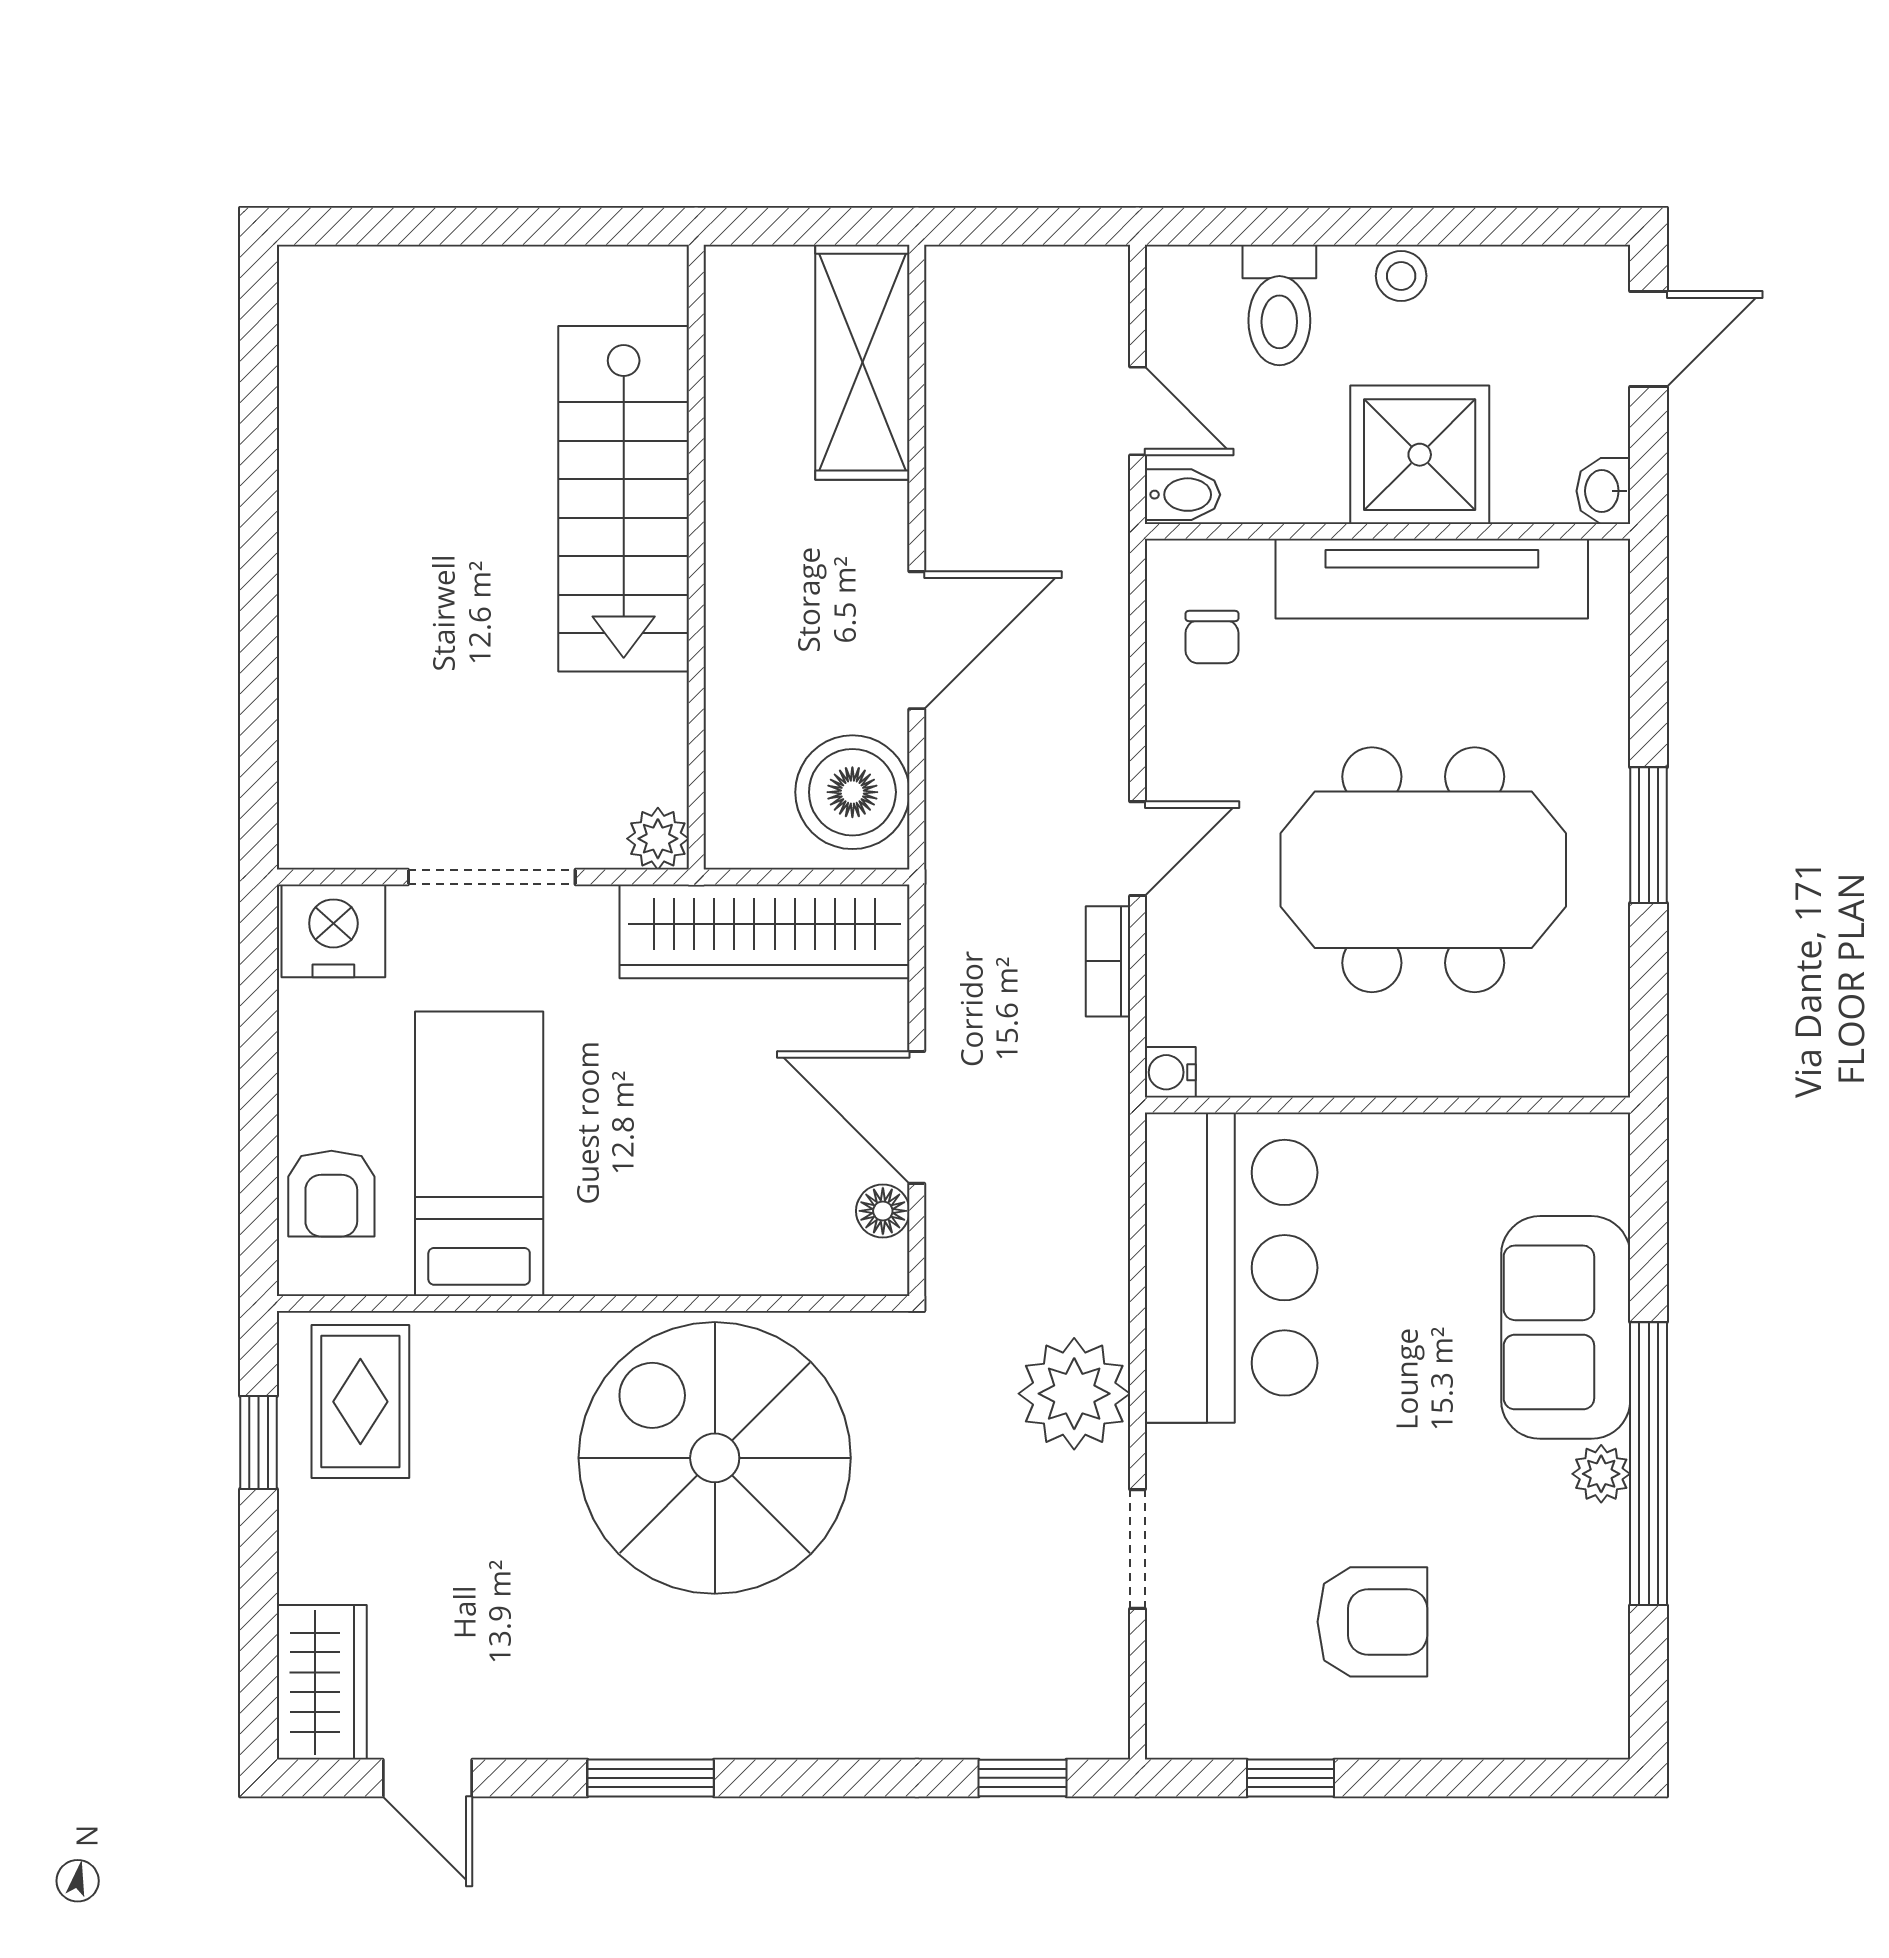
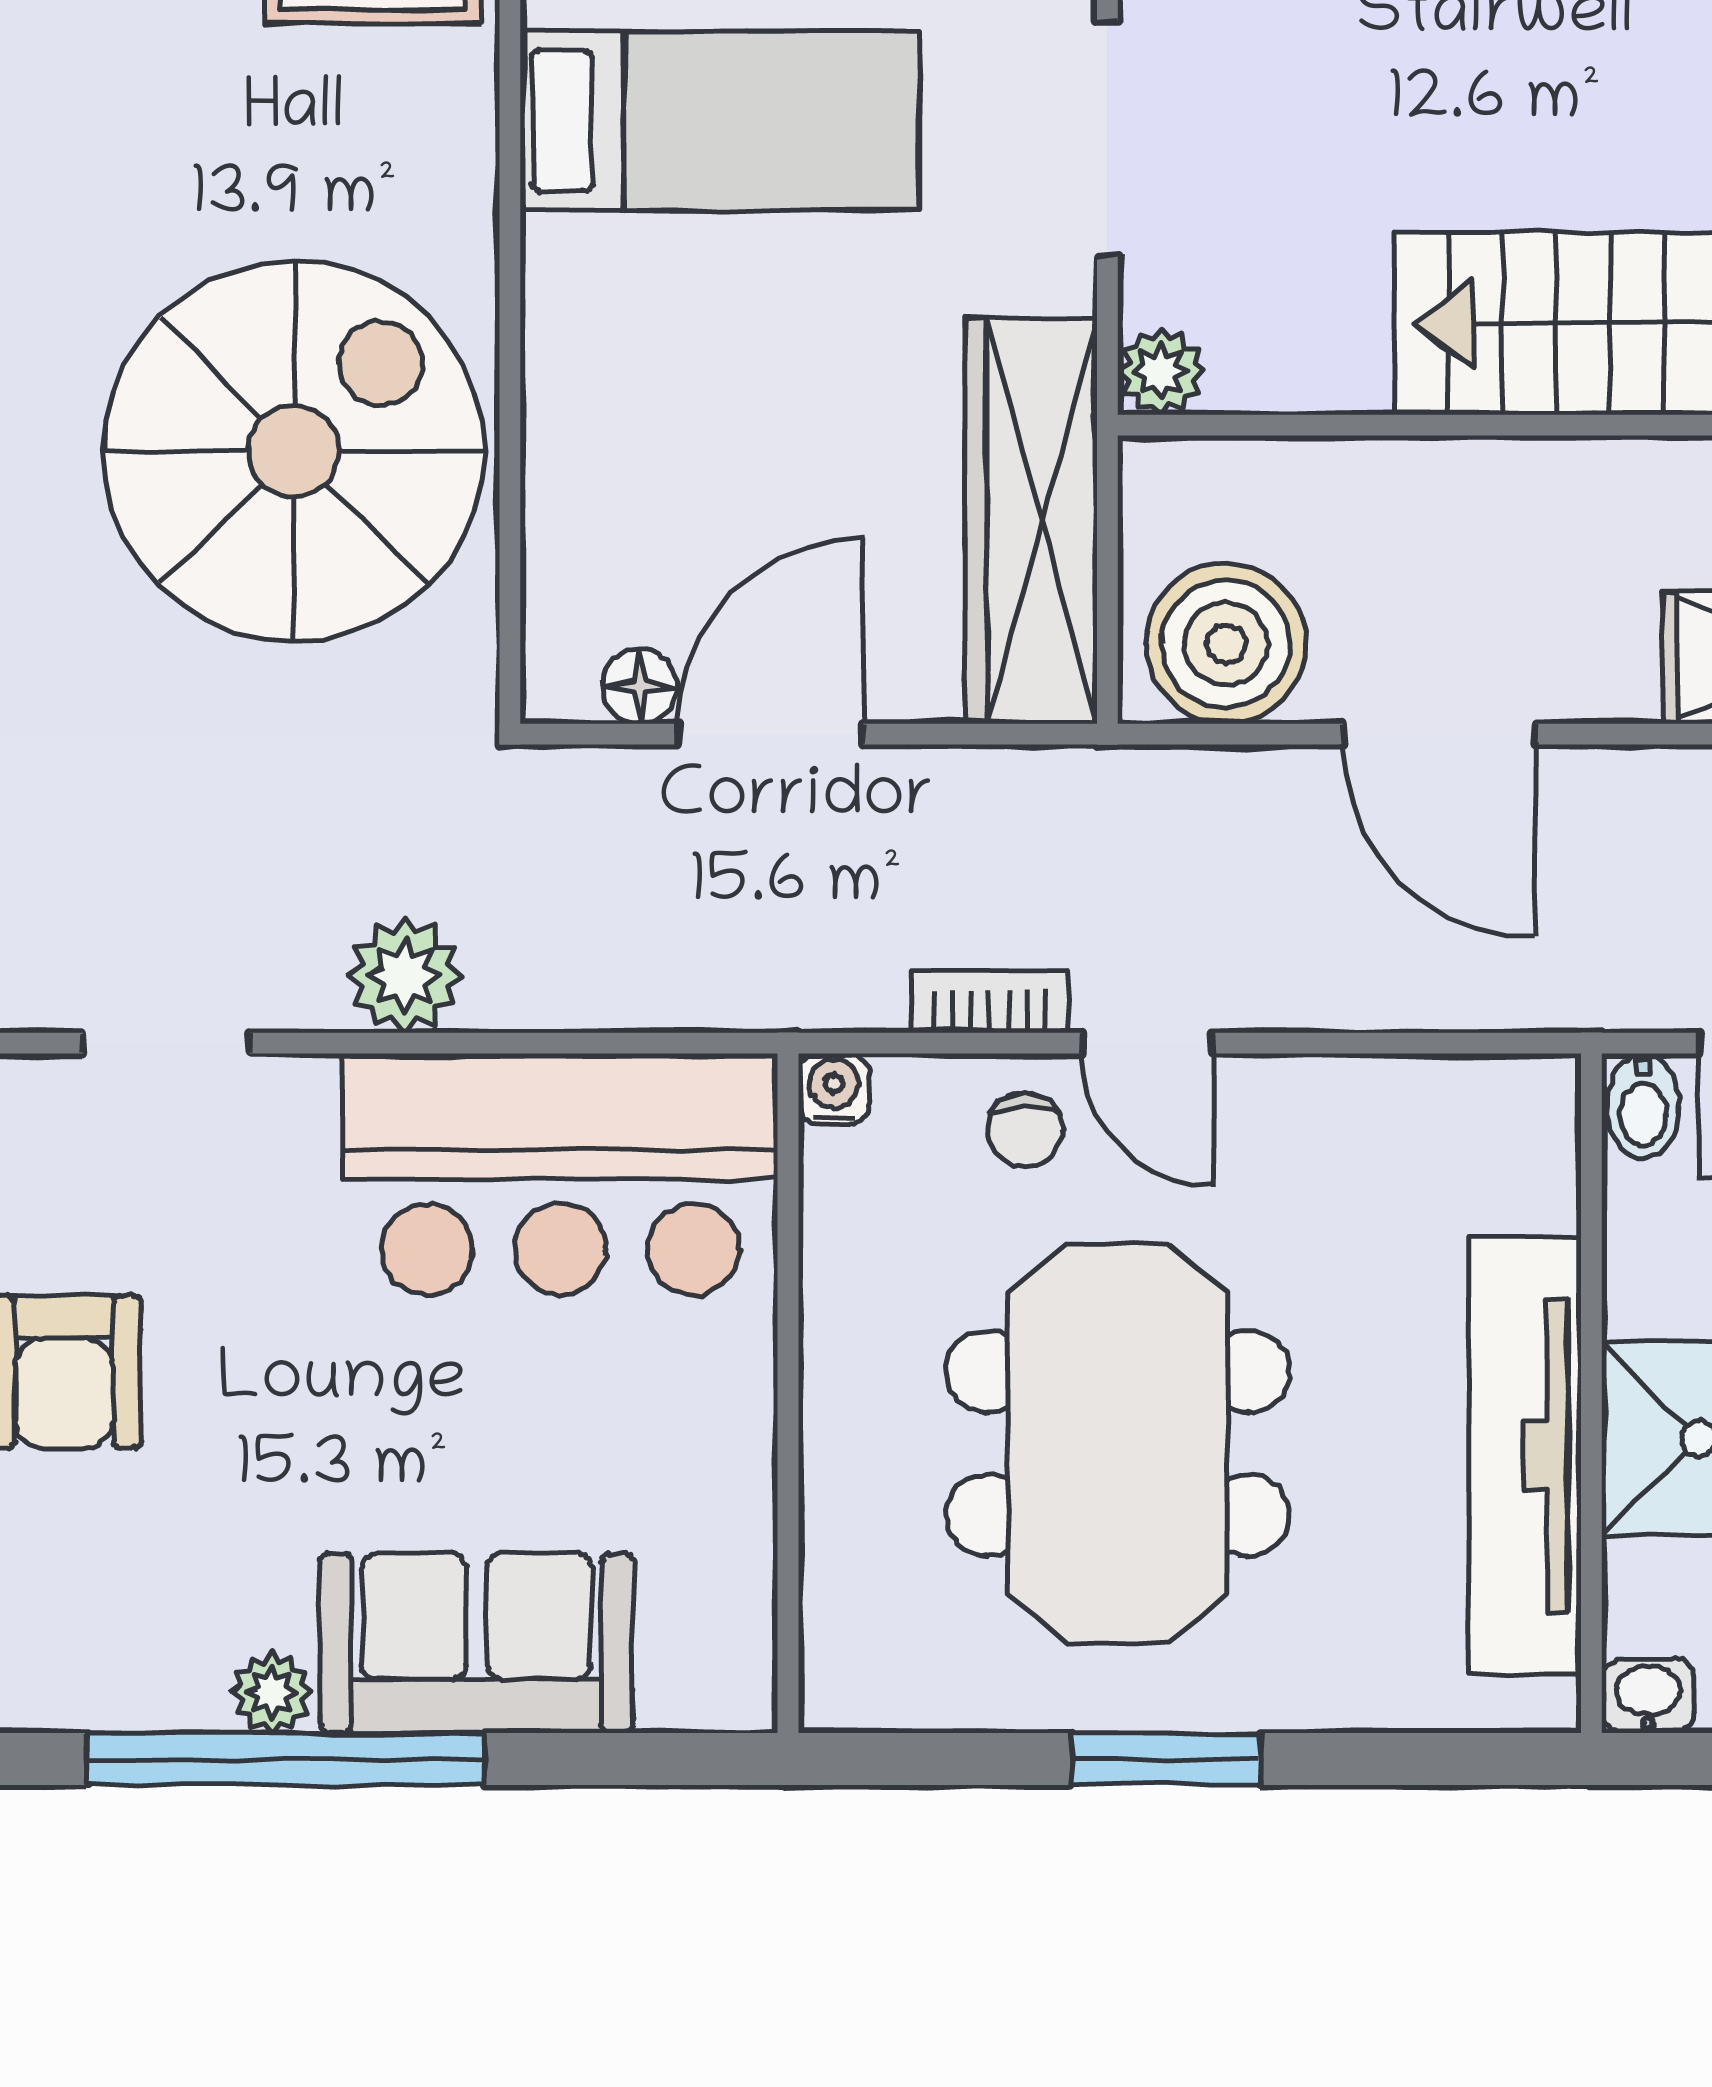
chair: (1212, 637) -> (1025, 1130), moved, turned -90
plant: (1074, 1394) -> (405, 975), width x0.73, depth x0.73

